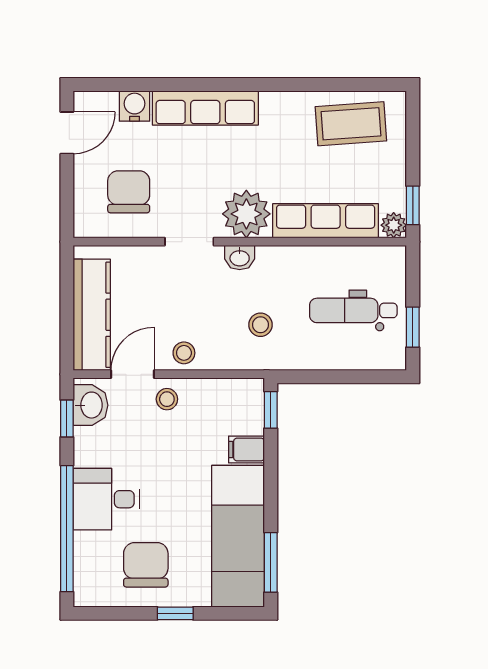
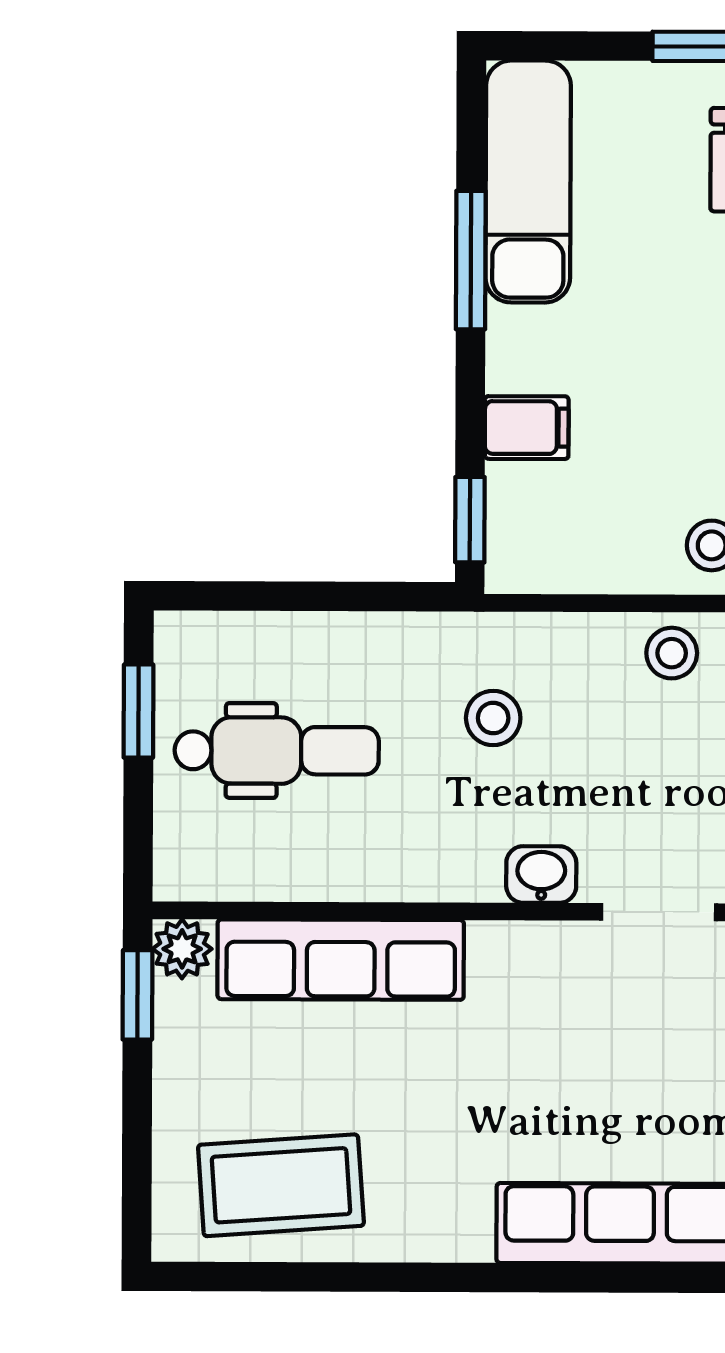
plant: (246, 214) -> (525, 976), removed
exam couch: (238, 536) -> (528, 181), width x0.73, depth x0.69
window: (271, 562) -> (471, 260), moved

